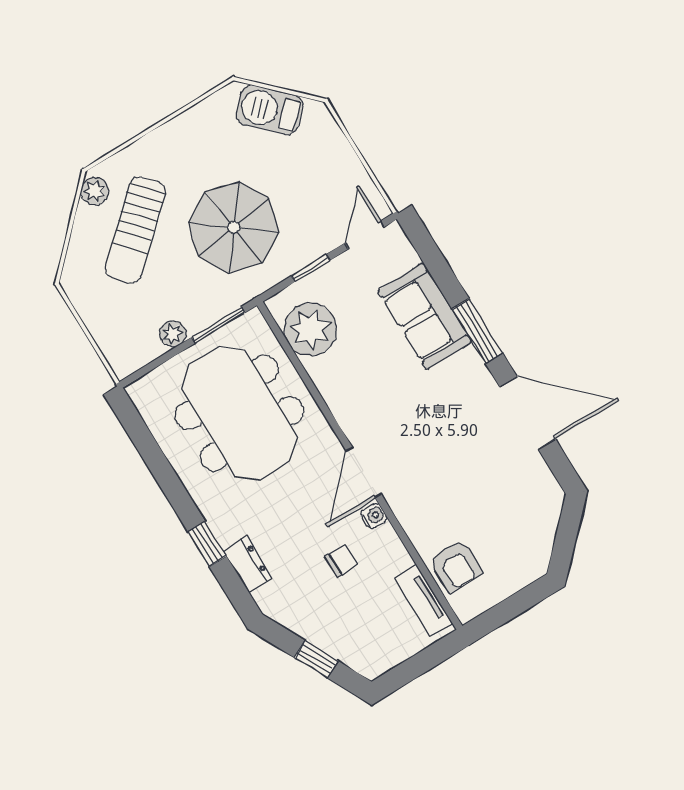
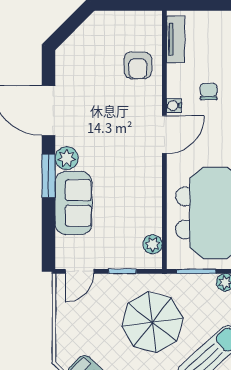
plant: (310, 329) -> (153, 244), width x0.53, depth x0.53
plant: (468, 367) -> (67, 158), added
chair: (341, 560) -> (209, 92), turned 90
armchair: (456, 566) -> (138, 65), moved, turned 180

